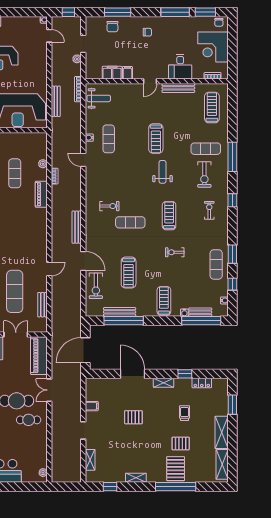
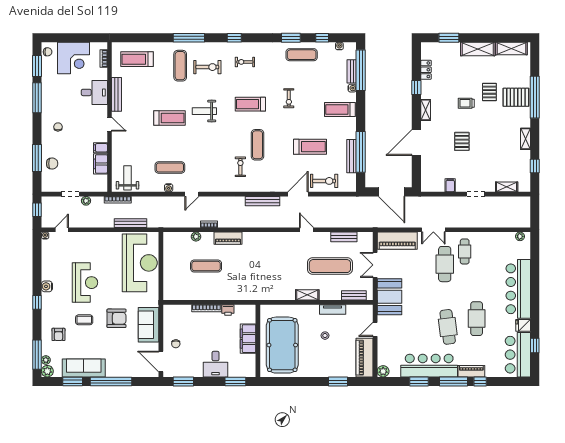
trolley: (185, 413) -> (466, 103), moved

